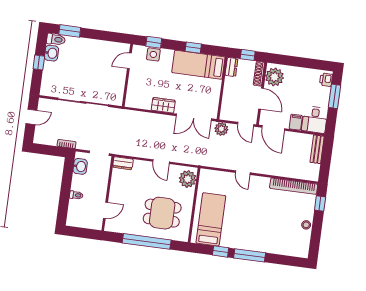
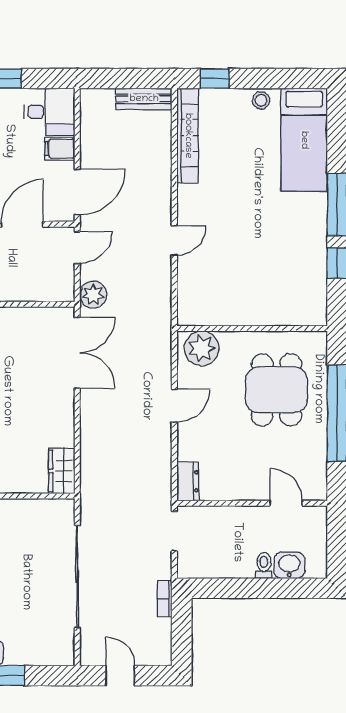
wardrobe: (163, 105) -> (62, 471), moved
bench: (317, 149) -> (144, 99), moved
washbasin: (80, 166) -> (289, 565), moved
bed: (211, 219) -> (304, 140), moved, turned -90

